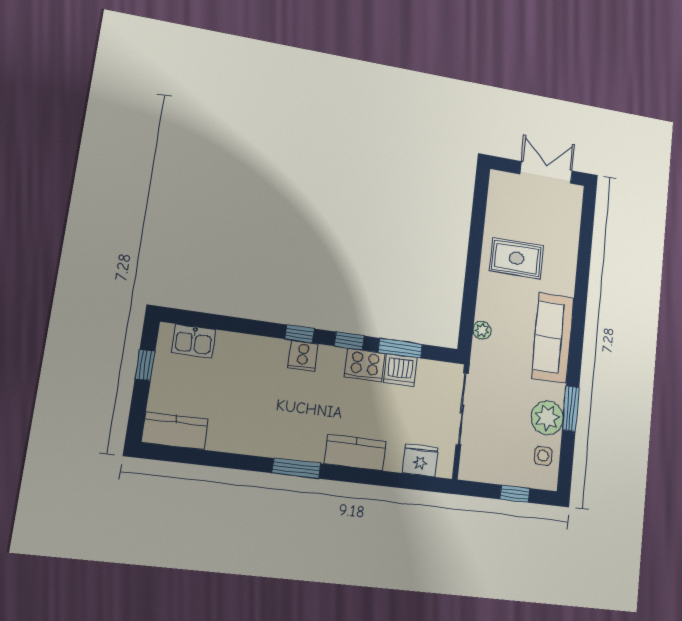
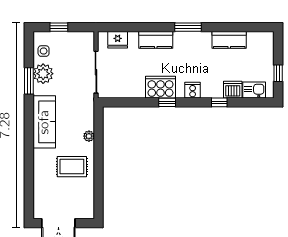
plant: (482, 330) -> (89, 136), moved
window: (300, 334) -> (219, 102), moved
window: (400, 348) -> (137, 102), removed
cooker: (365, 365) -> (160, 87), width x1.37, depth x1.31
dishwasher: (400, 370) -> (233, 90), moved
kitchen counter: (175, 431) -> (229, 40), moved

